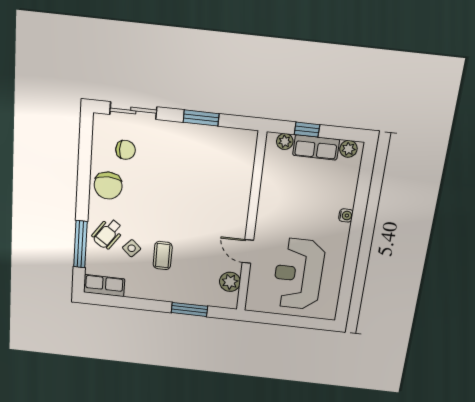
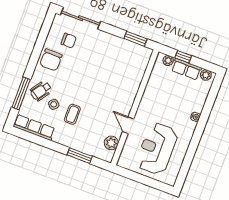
sliding door: (133, 111) -> (81, 18), width x1.37
window: (201, 118) -> (136, 39), moved
row of seats: (104, 286) -> (34, 127), width x1.48

